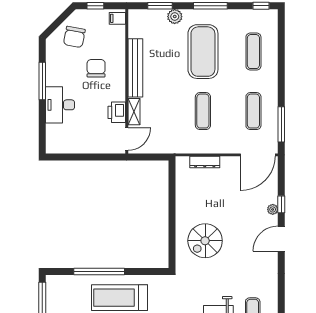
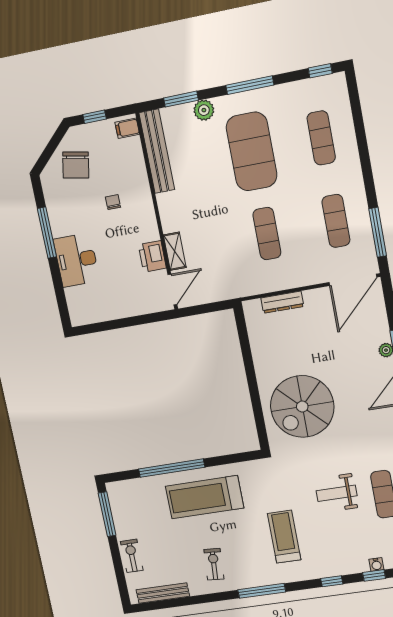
chair: (96, 68) -> (113, 202), width x0.54, depth x0.54
bench: (135, 68) -> (157, 151), moved
spiral stairs: (205, 241) -> (302, 407), width x1.37, depth x1.37

